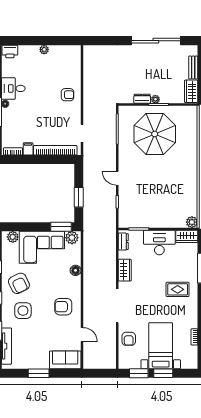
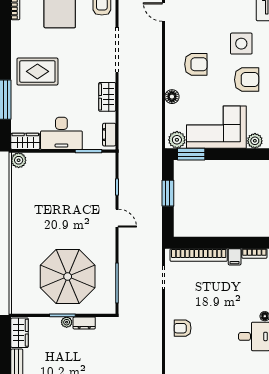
armchair: (19, 283) -> (247, 80), turned 116
rug: (178, 289) -> (37, 71), width x1.36, depth x1.43
armchair: (63, 307) -> (196, 64), moved

